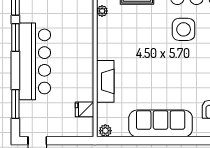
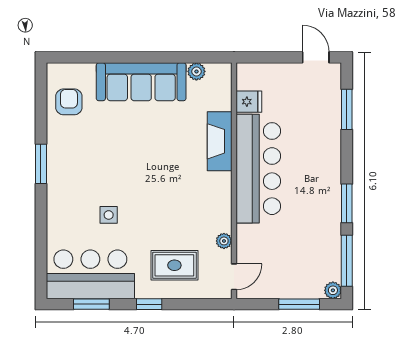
side table: (184, 29) -> (109, 215), width x0.54, depth x0.54
bar counter: (35, 61) -> (258, 169), moved, turned 180
plant: (105, 131) -> (196, 71), moved

